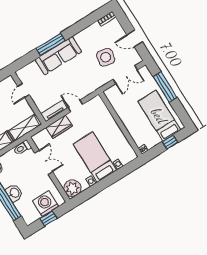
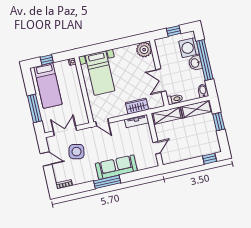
window: (50, 44) -> (107, 182), moved
door: (75, 106) -> (102, 122), moved
bed with nightstands: (95, 157) -> (100, 73), moved
washing machine: (46, 204) -> (189, 48), moved, turned 90

